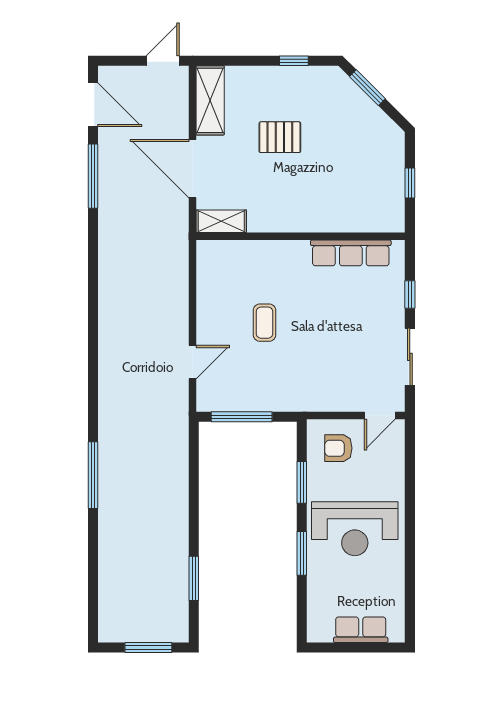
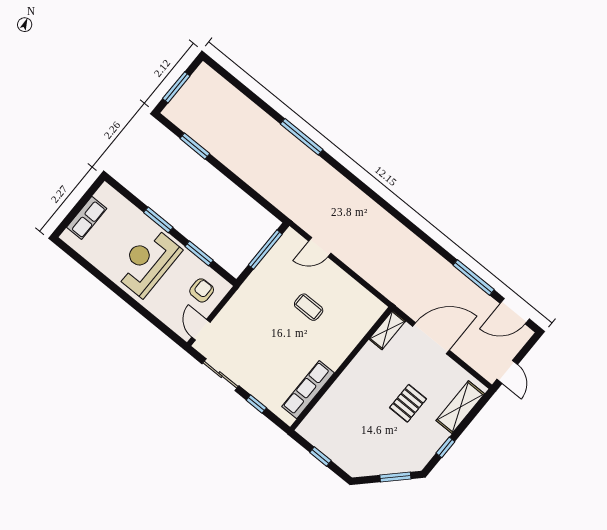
shelving: (210, 100) -> (460, 407), moved, turned 90
door: (193, 362) -> (320, 247), hinge flipped

